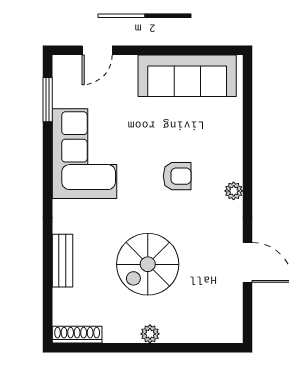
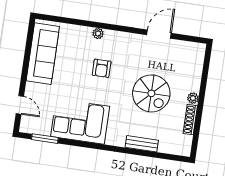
armchair: (177, 176) -> (102, 68), turned 180
plant: (234, 191) -> (98, 33), moved
shoe rack: (77, 335) -> (190, 120), moved

